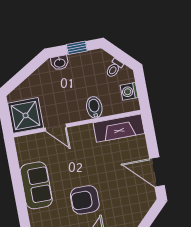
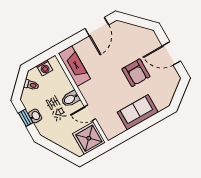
washbasin: (60, 63) -> (35, 116), moved
bidet: (94, 107) -> (71, 99), moved
door: (56, 128) -> (90, 113), swing flipped

